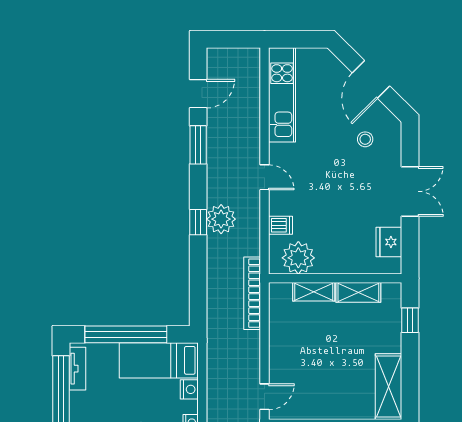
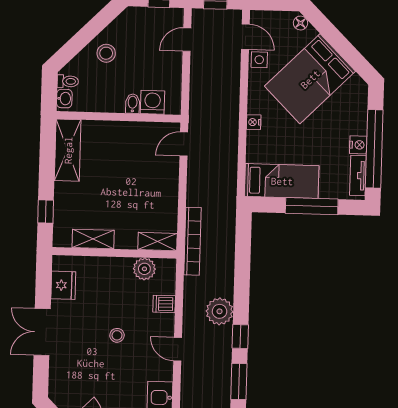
stool: (365, 139) -> (117, 335), moved
window: (198, 222) -> (240, 336), moved
plant: (298, 258) -> (144, 269), width x0.73, depth x0.73
shelving: (314, 292) -> (158, 241), moved
window: (126, 334) -> (312, 206), width x0.68
nightstand: (189, 389) -> (358, 145), moved, turned 180

